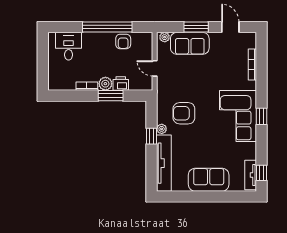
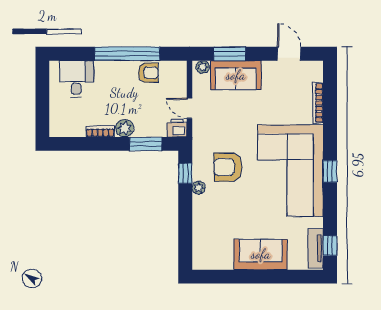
window: (196, 27) -> (230, 54), moved
armchair: (123, 41) -> (148, 73), turned -90
printer: (121, 84) -> (177, 128), moved
window: (111, 96) -> (146, 144), moved
corner sofa: (238, 116) -> (290, 171), width x1.36, depth x1.36
window: (151, 136) -> (185, 173), moved
tv unit: (164, 163) -> (202, 233), removed

